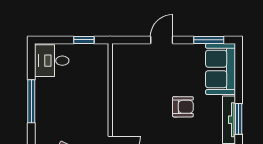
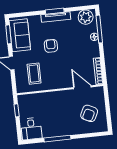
sofa: (221, 69) -> (20, 35), moved, turned -90
coffee table: (141, 75) -> (34, 74), added

